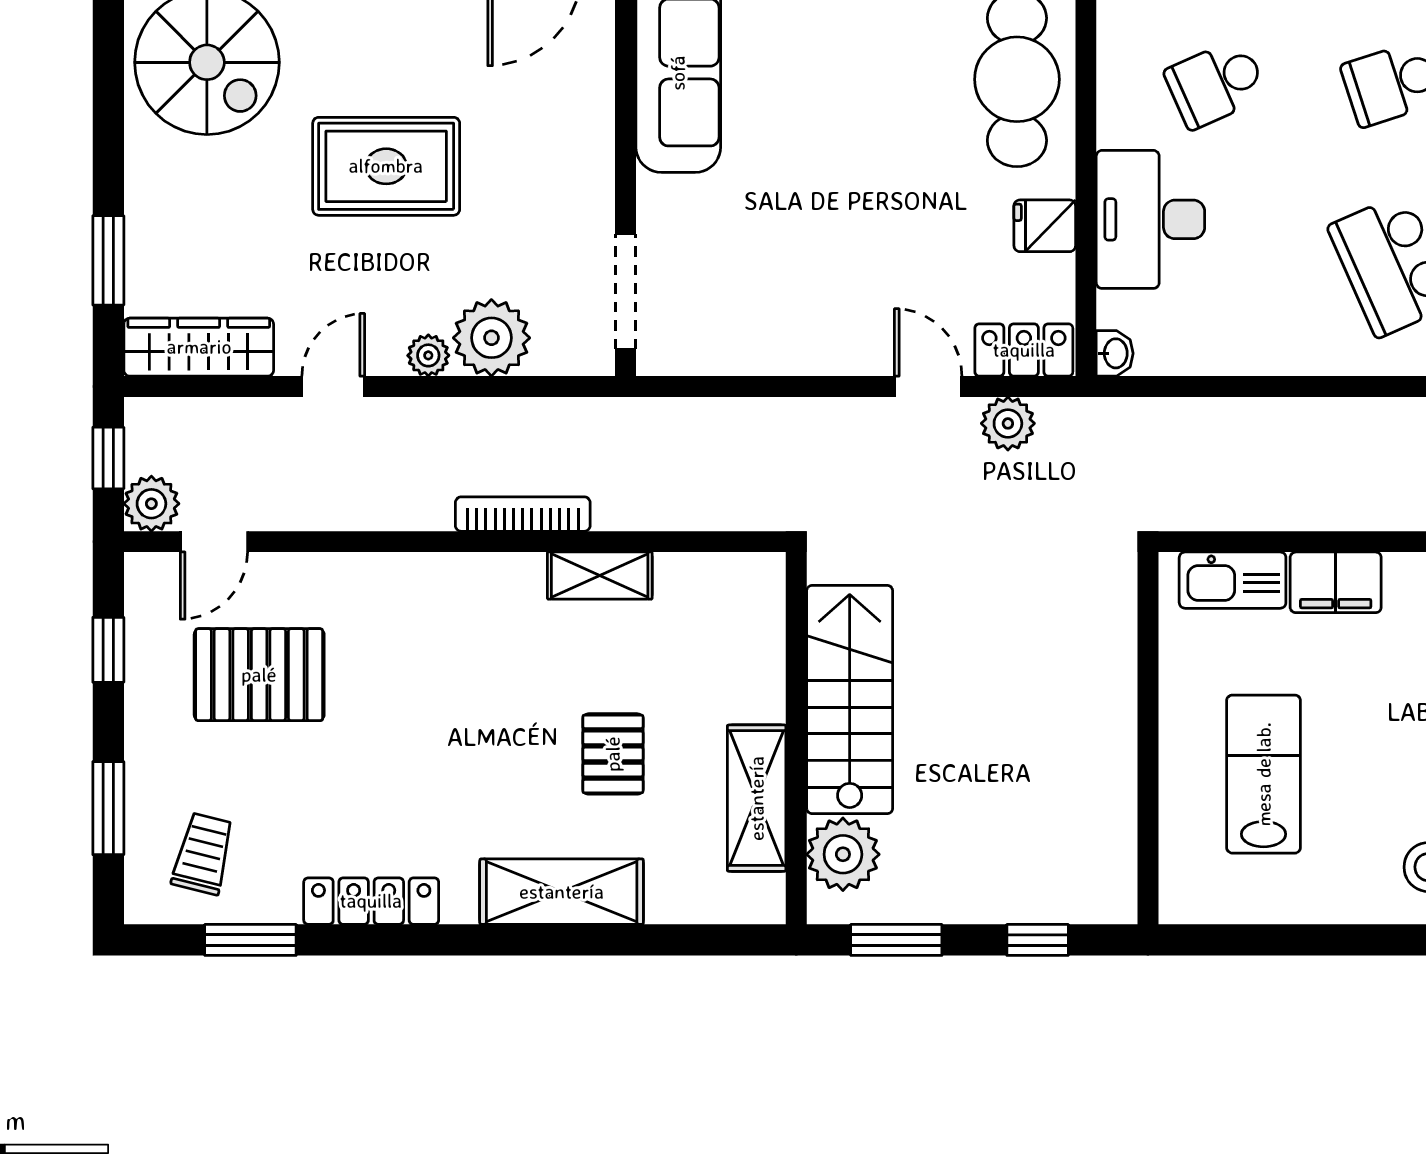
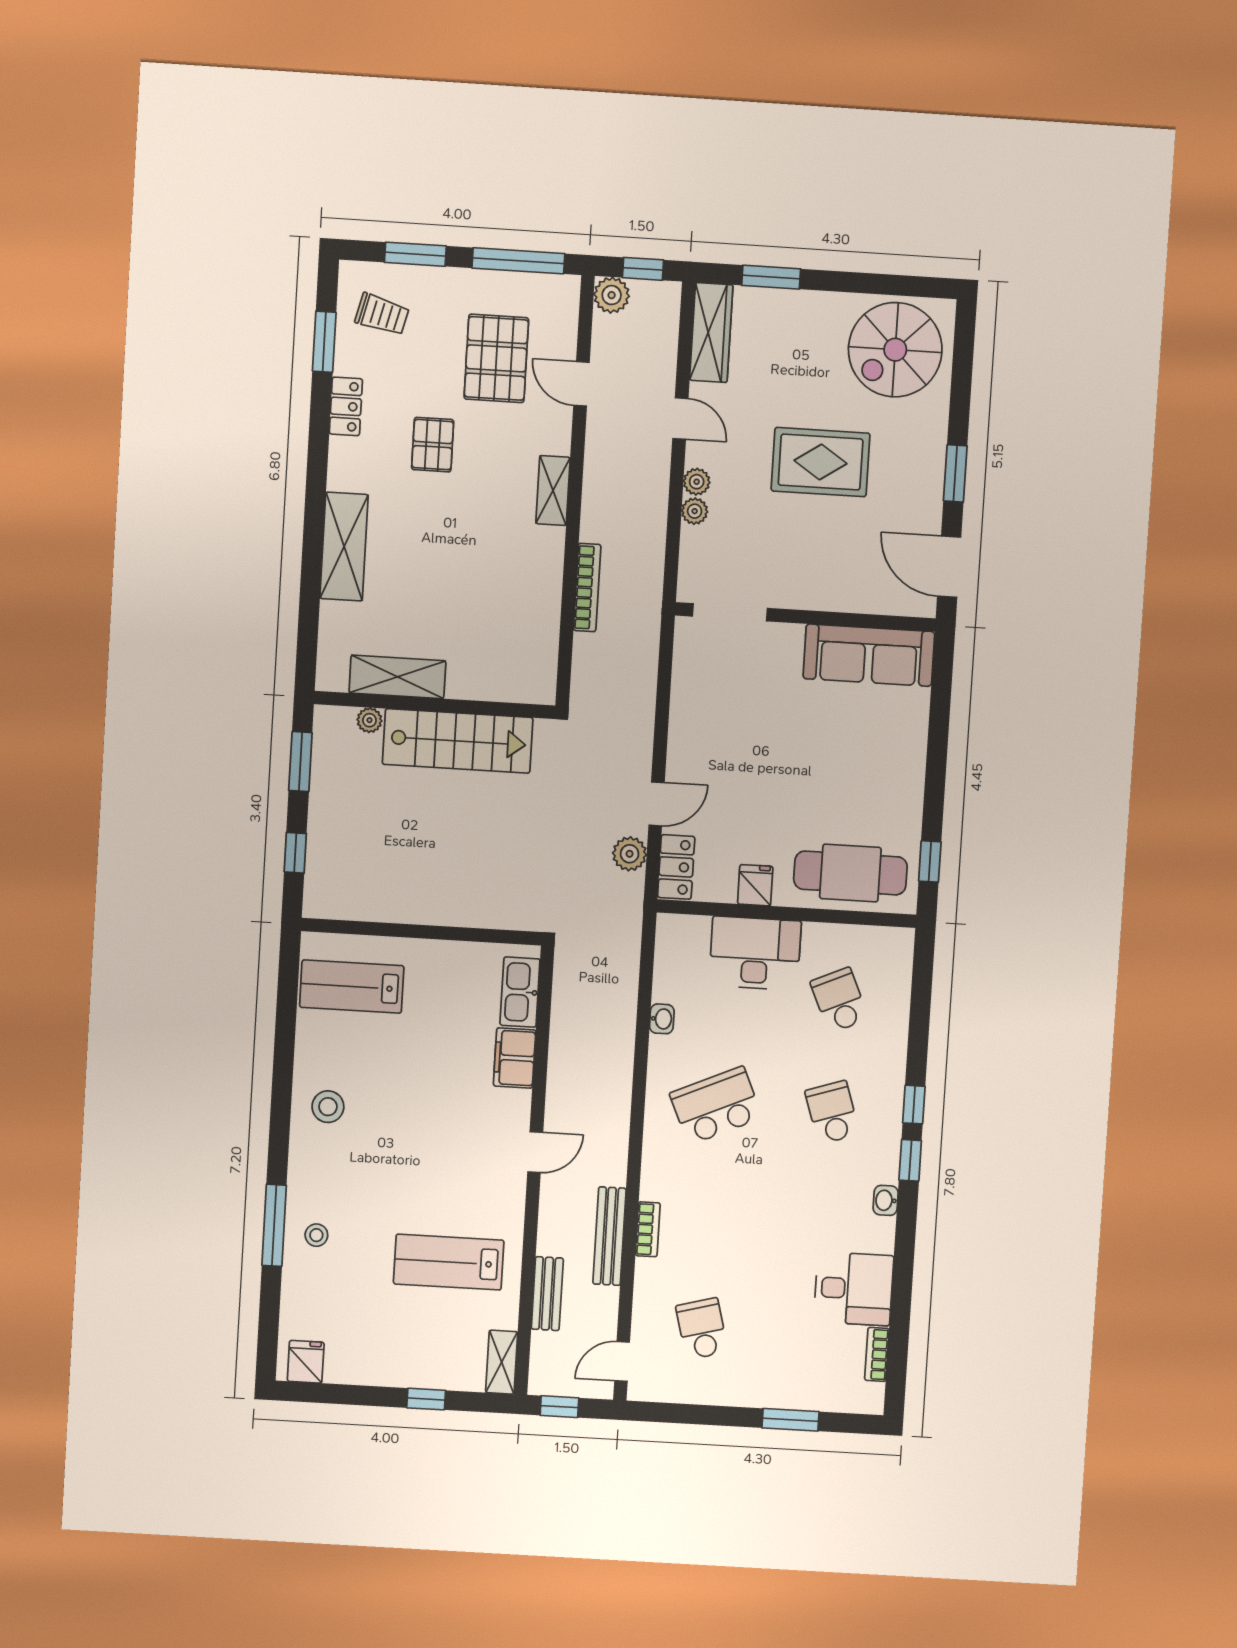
rug: (386, 166) -> (821, 462), turned 90
plant: (491, 338) -> (695, 511), width x0.53, depth x0.53
washbasin: (1115, 353) -> (662, 1019), moved, turned -90
bookcase: (523, 514) -> (587, 587), moved
door: (214, 542) -> (582, 384), moved
shelving: (600, 576) -> (553, 490), moved
window: (108, 650) -> (518, 261), width x2.17
pallet: (613, 754) -> (433, 445), moved, turned 90
lab bench: (1264, 774) -> (352, 987), moved, turned 180
plant: (843, 854) -> (369, 720), width x0.53, depth x0.53
locker: (371, 901) -> (346, 406), width x0.66

